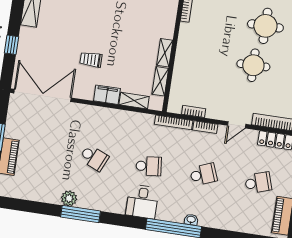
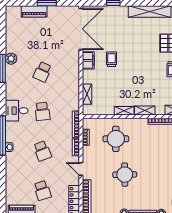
round table: (265, 26) -> (116, 139), moved
shelving: (160, 81) -> (145, 111), moved
filing cabinet: (107, 95) -> (88, 60), moved

